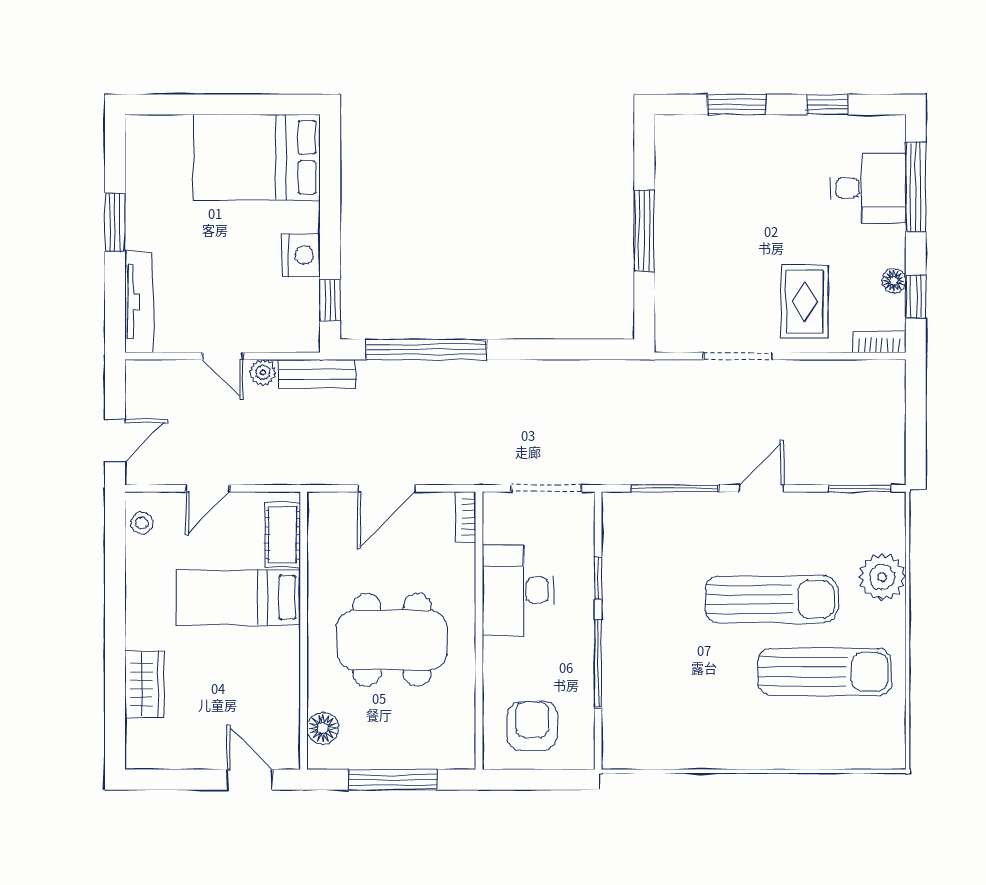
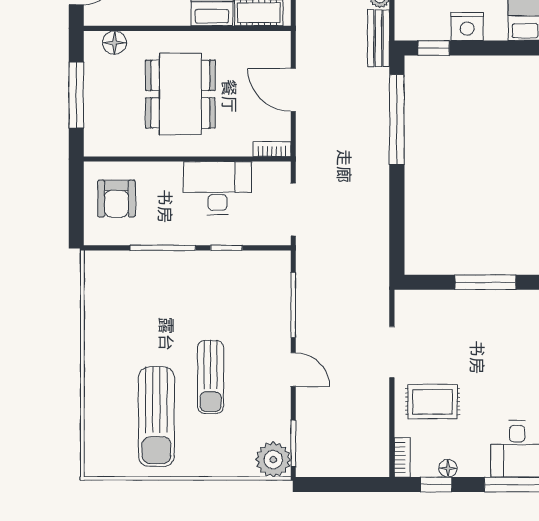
plant: (882, 577) -> (273, 460), moved
sun lounger: (771, 599) -> (211, 377), width x0.73, depth x0.75
armchair: (532, 726) -> (116, 199), turned 90

